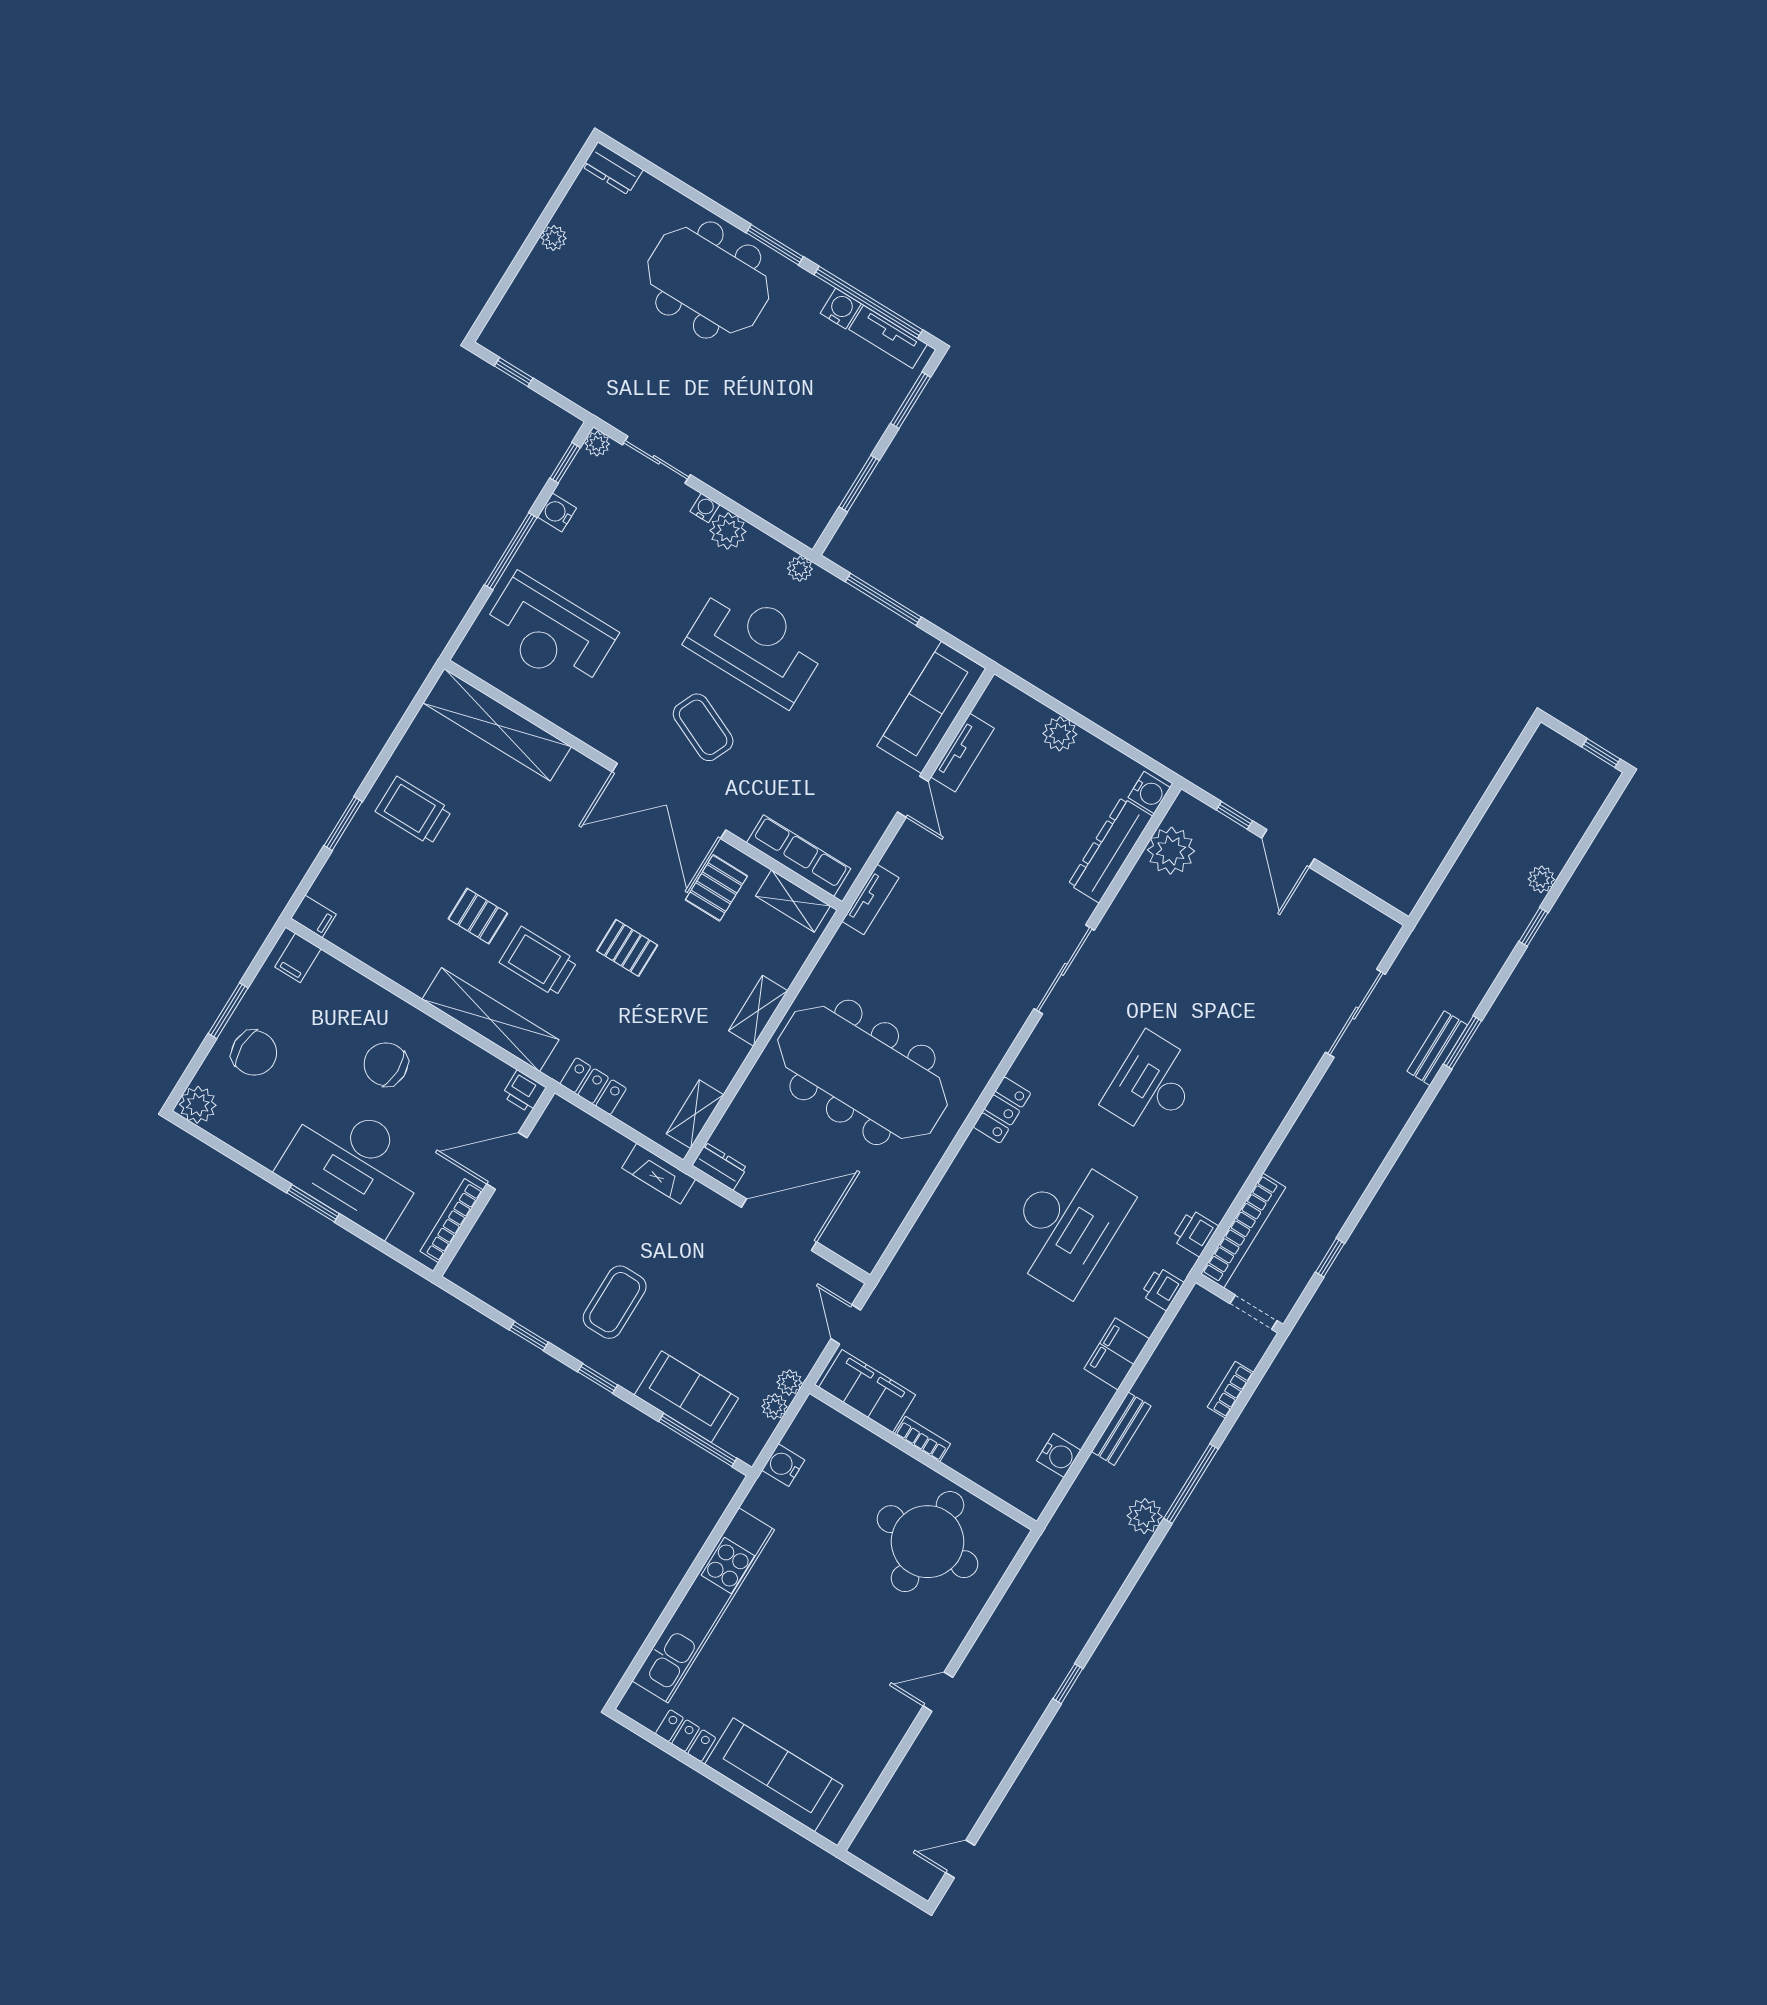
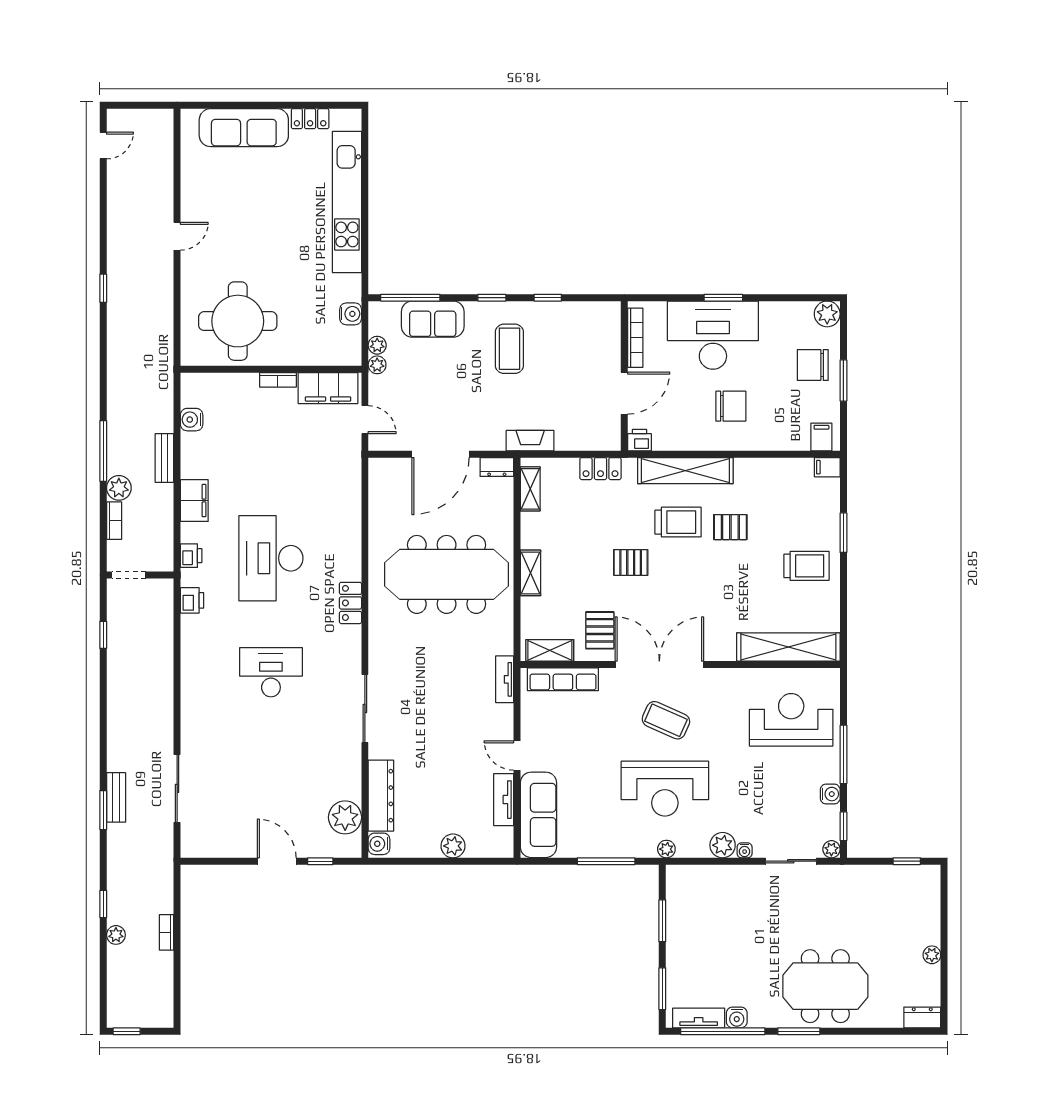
desk: (1152, 1085) -> (271, 672), turned -90
bookcase: (1243, 1230) -> (167, 932), moved, width x0.43, depth x0.76
plant: (1145, 1516) -> (119, 488), moved

